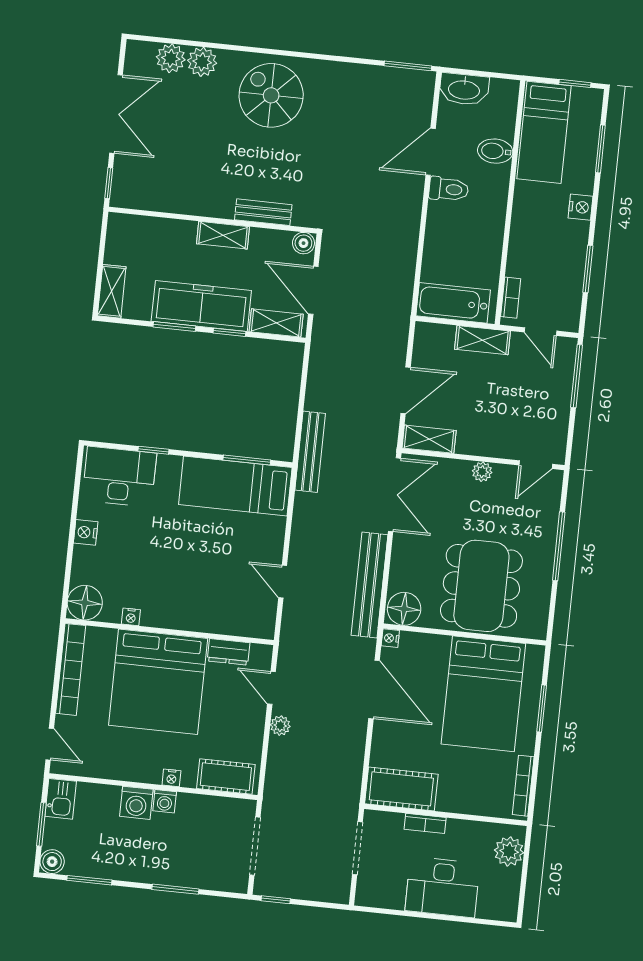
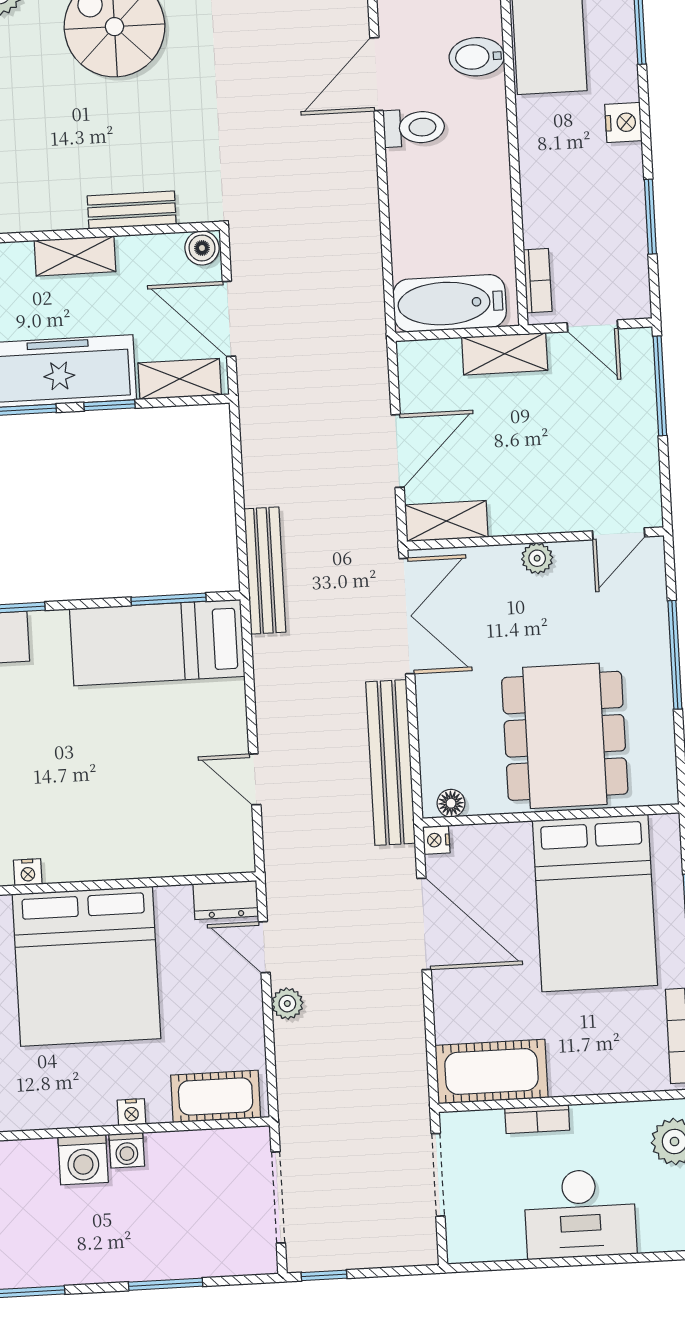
floor lamp: (404, 609) -> (451, 803), width x0.53, depth x0.53
dresser: (228, 652) -> (226, 900), moved

